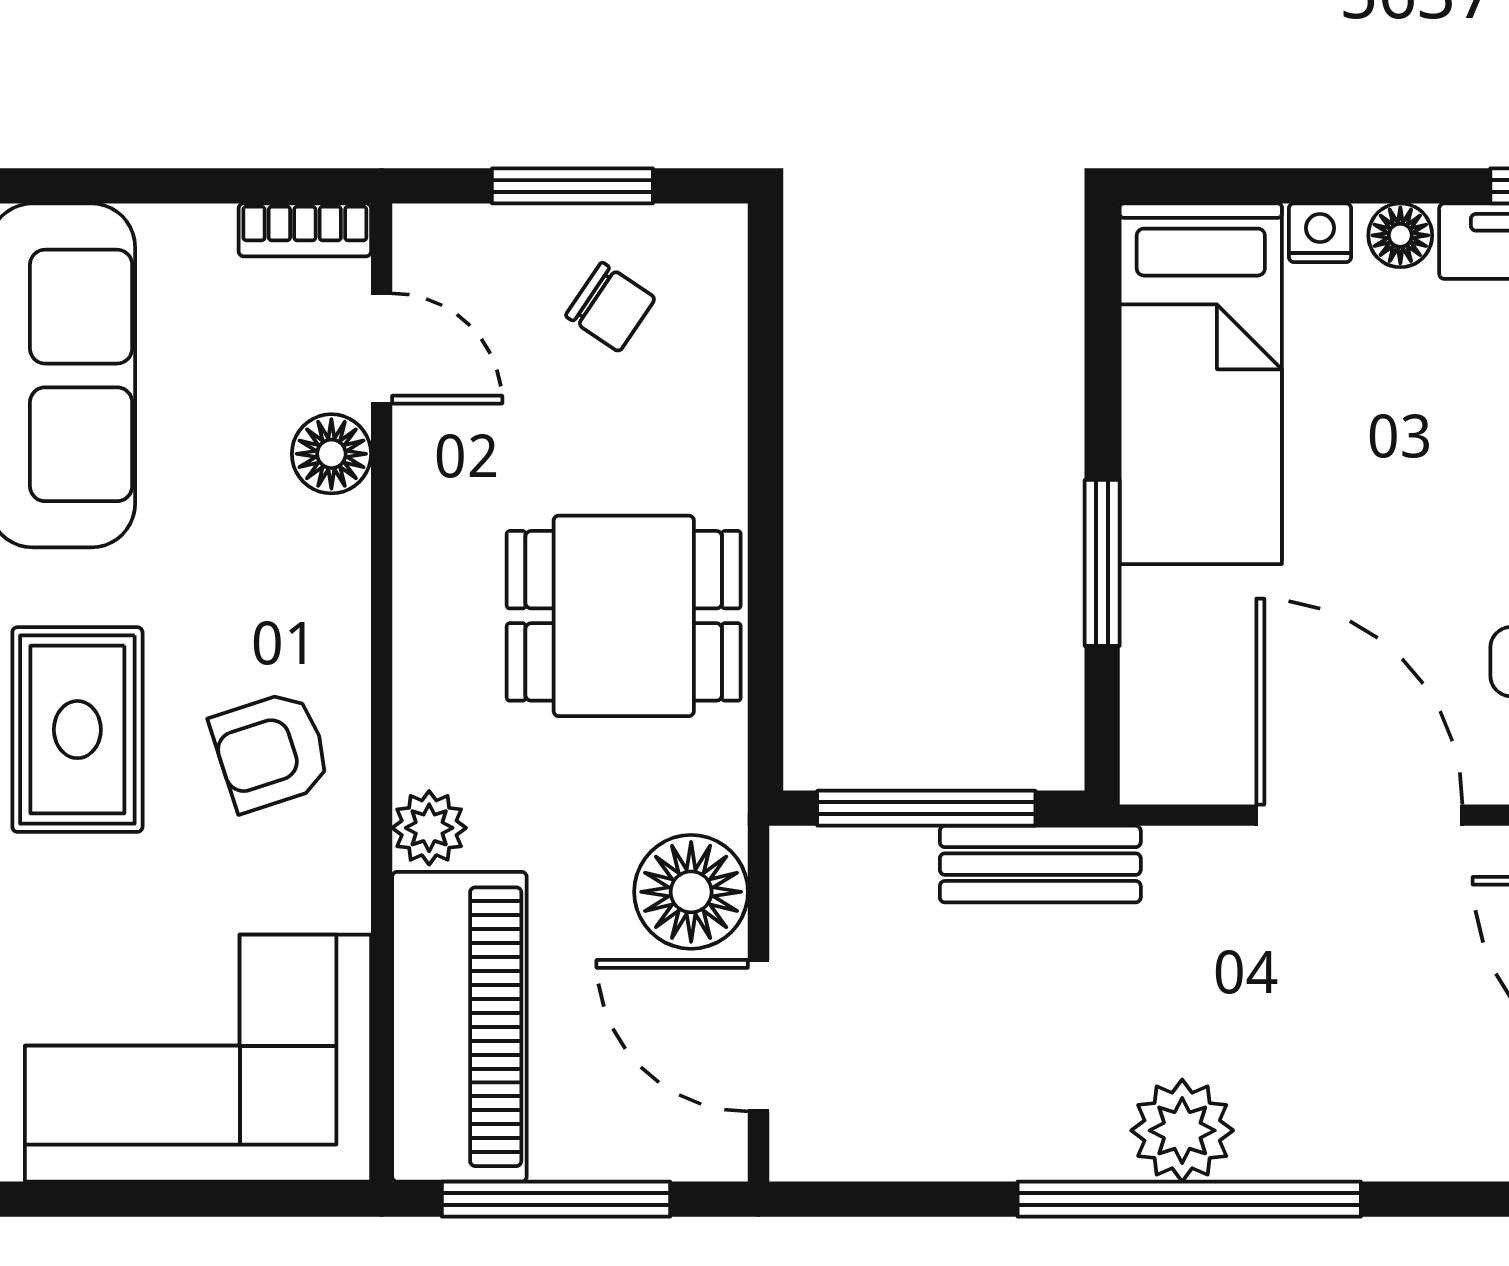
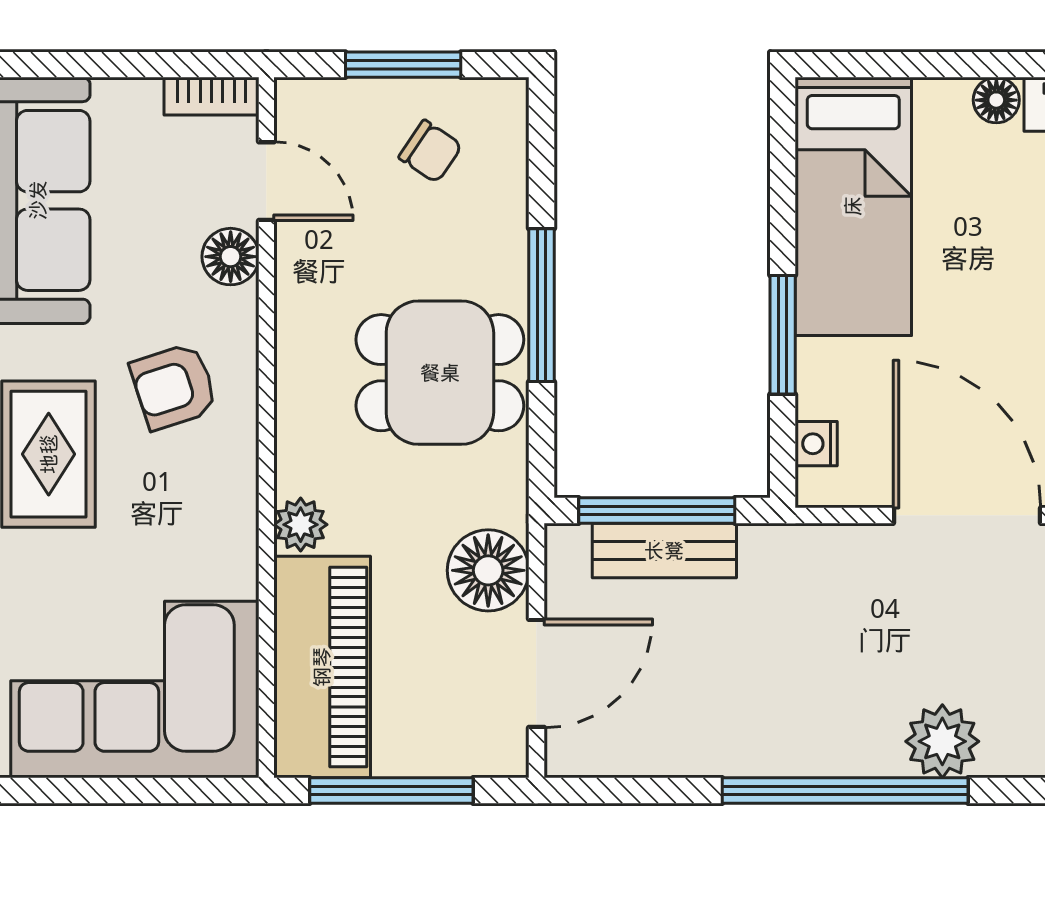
nightstand: (1320, 233) -> (816, 444), moved, turned -90
window: (766, 522) -> (542, 305), added
armchair: (271, 751) -> (174, 386), moved
bench: (1040, 864) -> (664, 551), moved
door: (758, 1036) -> (536, 673), swing flipped
plant: (1182, 1130) -> (942, 741), moved

